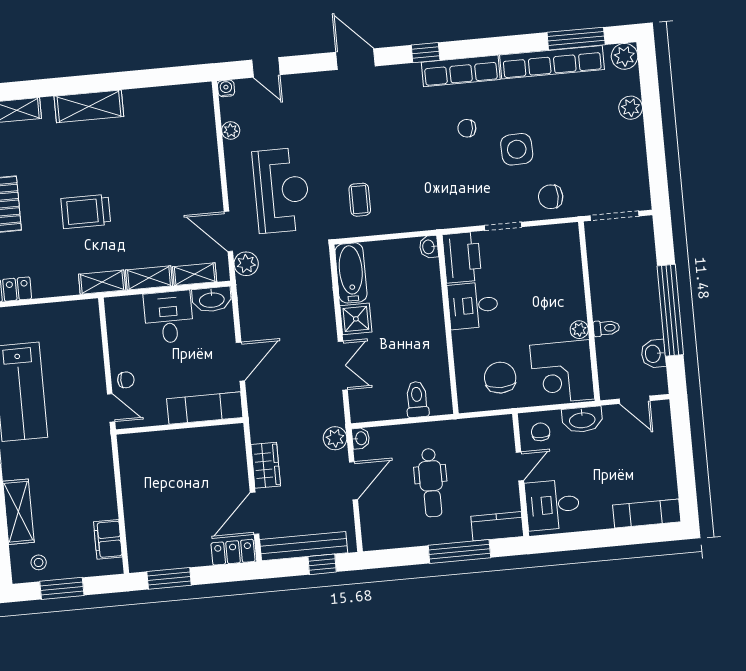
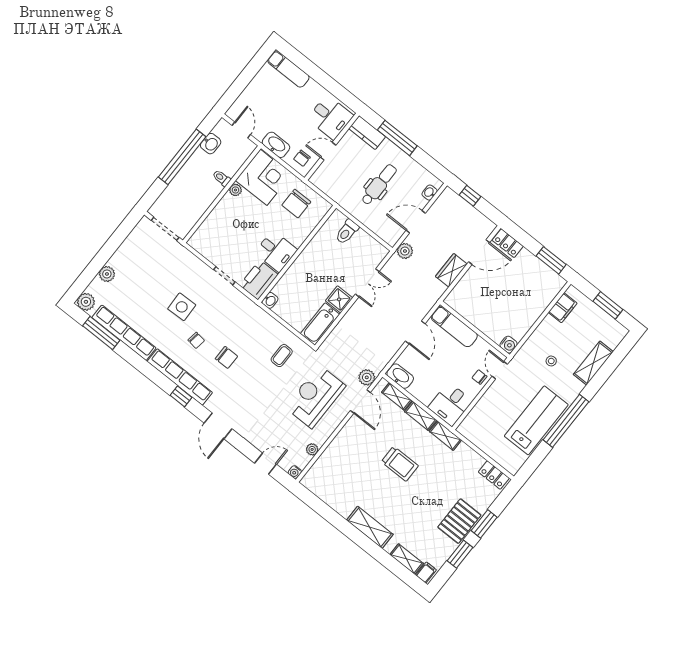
door: (266, 67) -> (266, 464), hinge flipped
row of seats: (461, 71) -> (180, 377), width x1.36
chair: (551, 197) -> (226, 357), moved
trolley: (86, 211) -> (400, 464), moved
desk: (169, 317) -> (450, 404), moved
door: (240, 362) -> (415, 332), swing flipped
double door: (343, 366) -> (367, 283), swing flipped
washbasin: (361, 438) -> (430, 193), moved
water cooler: (128, 444) -> (509, 345), added
bench: (304, 546) -> (471, 213), removed
stool: (39, 562) -> (551, 361), moved

